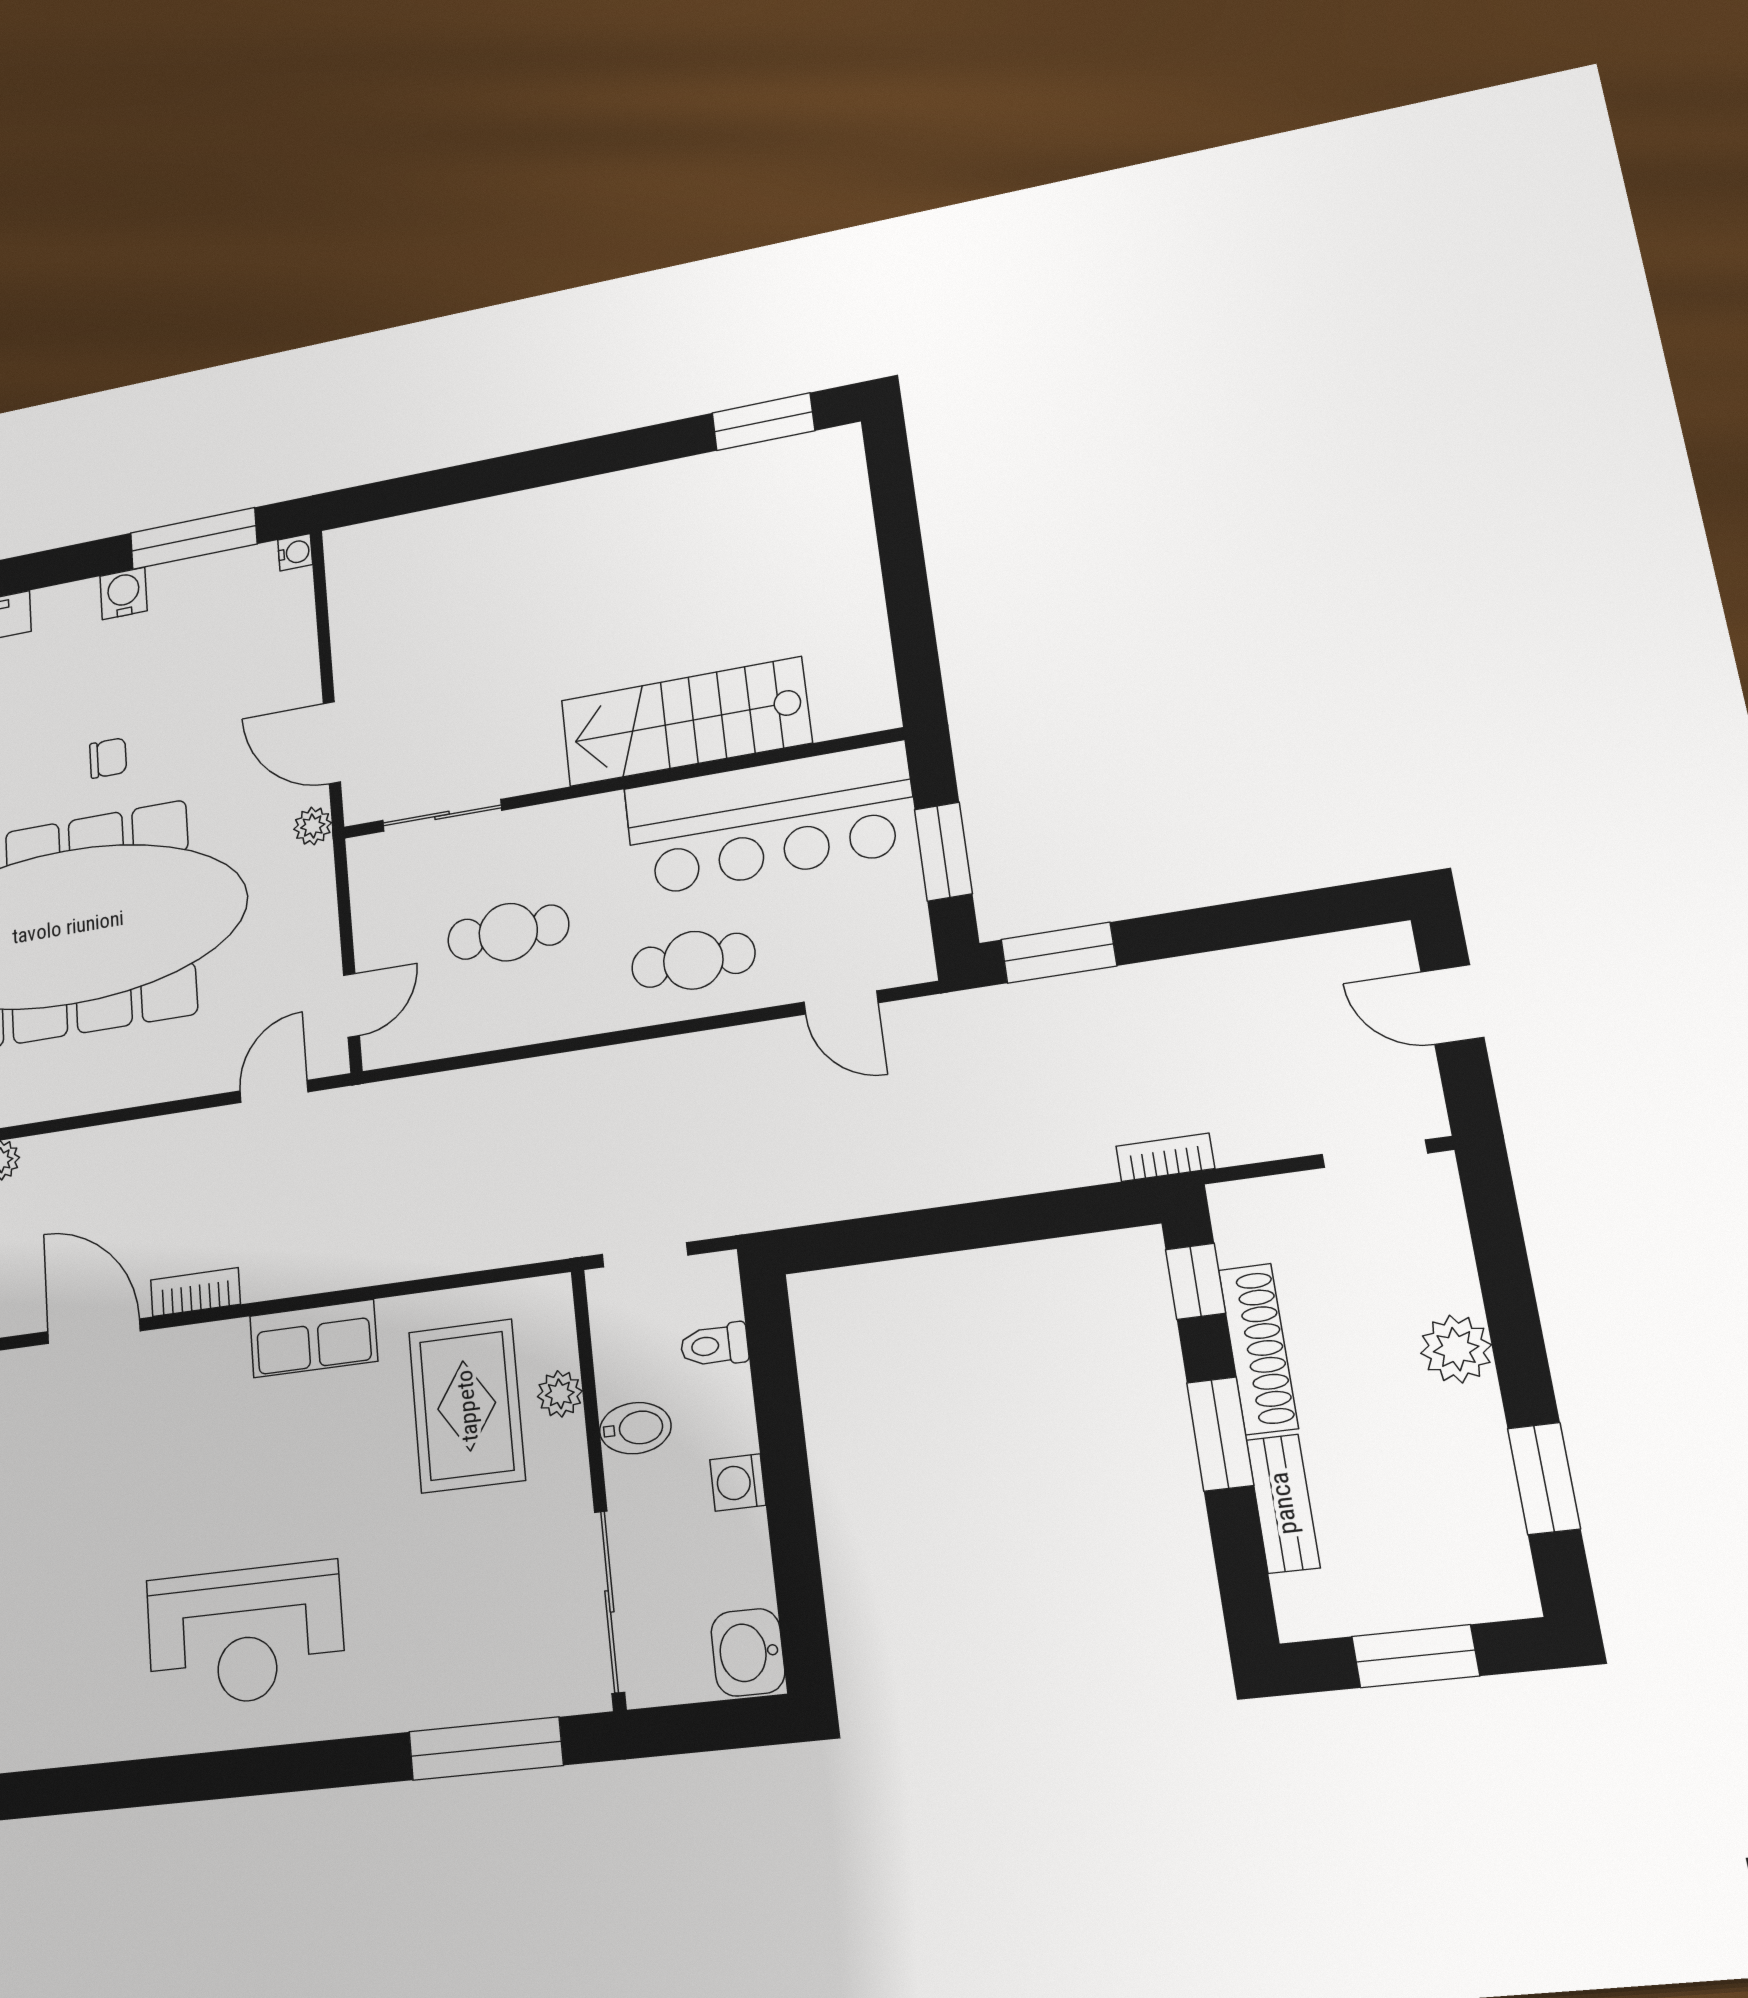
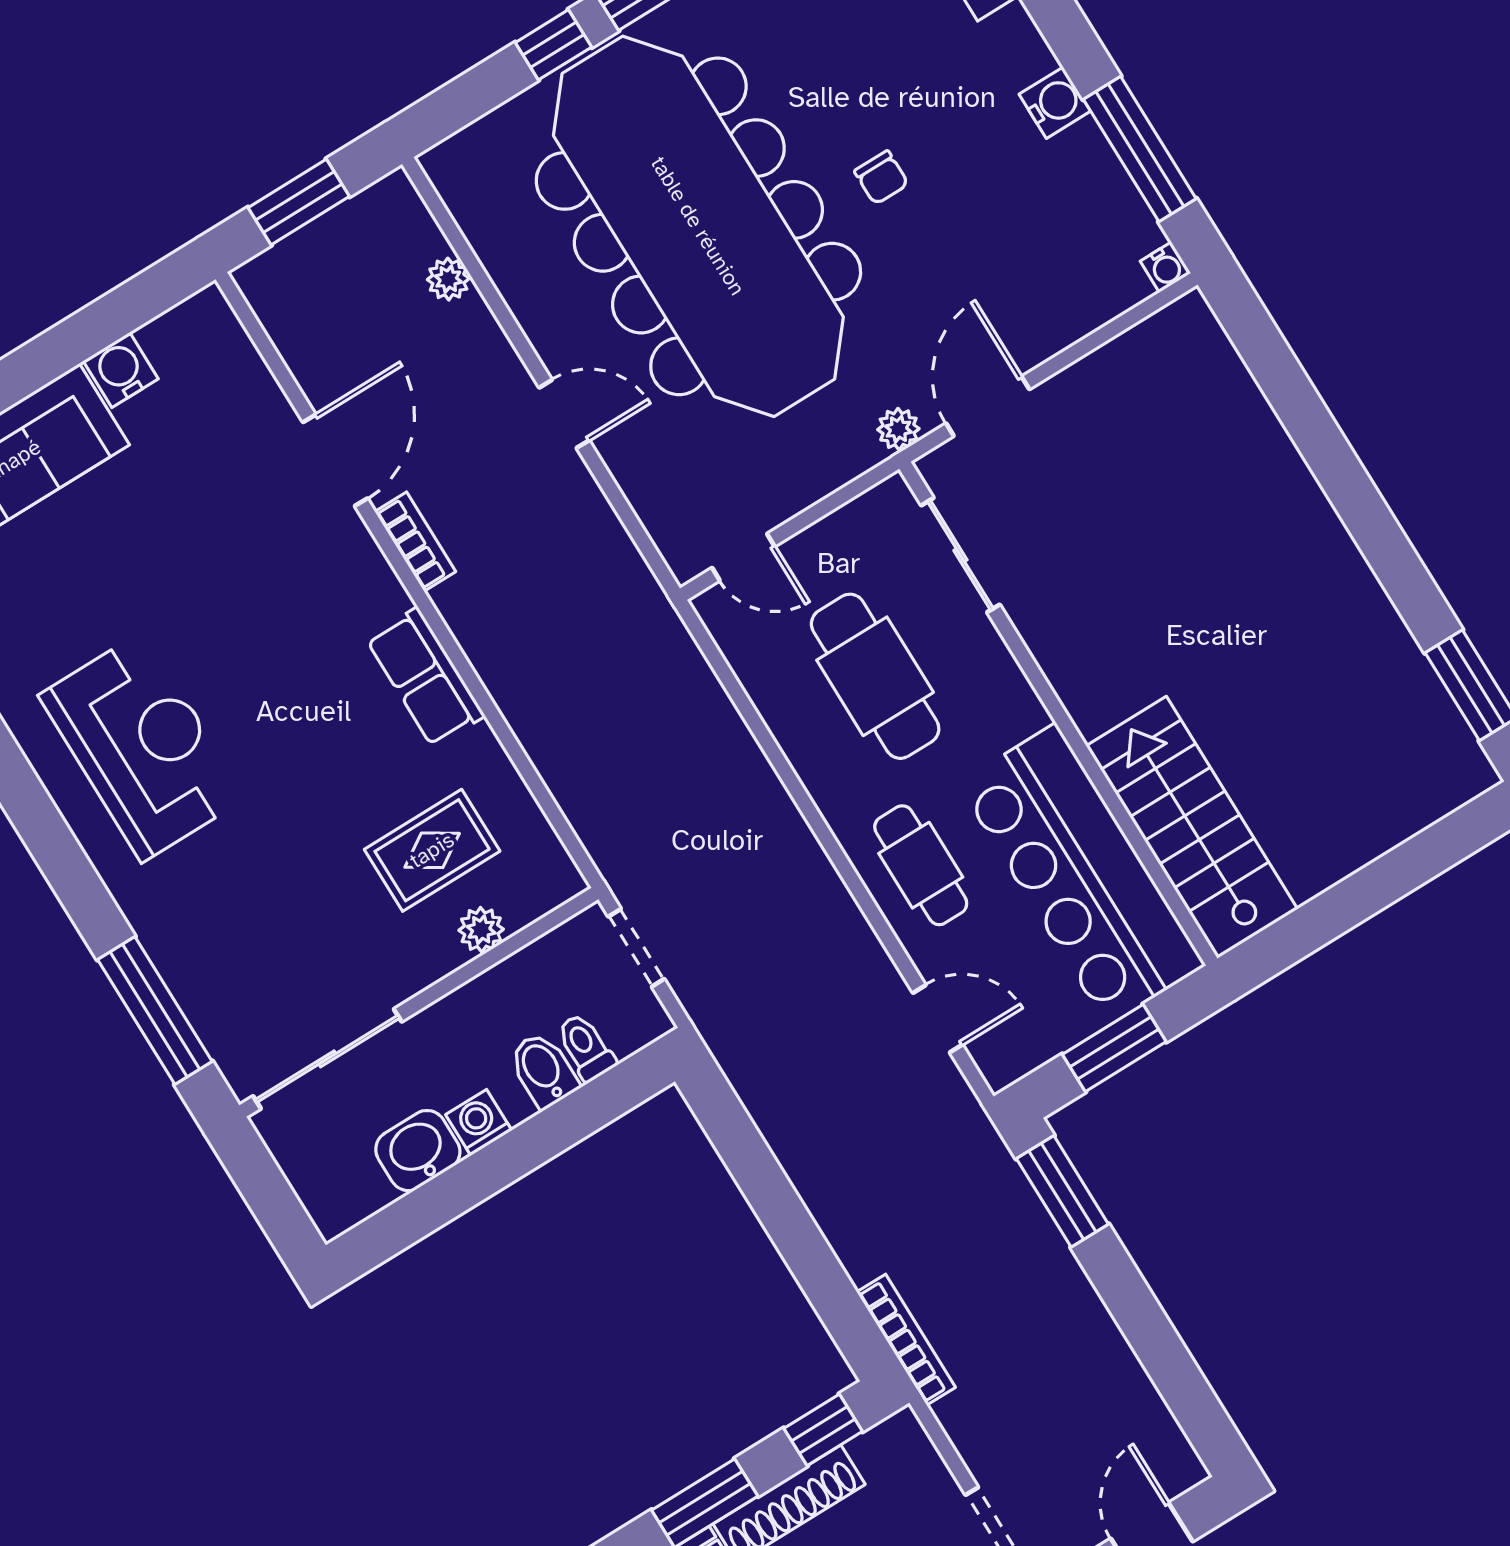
stairs: (685, 722) -> (1192, 827), moved
cafe table: (508, 932) -> (875, 676), width x1.37, depth x1.35
door: (841, 1002) -> (938, 1019), swing flipped
door: (274, 1091) -> (564, 414), moved
bookcase: (1165, 1157) -> (906, 1340), width x1.56
rug: (467, 1406) -> (432, 850), width x0.73, depth x0.70
bidet: (635, 1428) -> (543, 1070), moved, turned 180
reception desk: (245, 1635) -> (142, 747), turned 180
washbasin: (748, 1652) -> (418, 1151), moved

